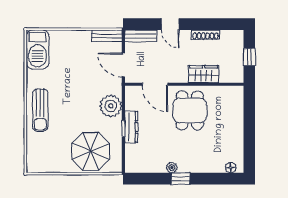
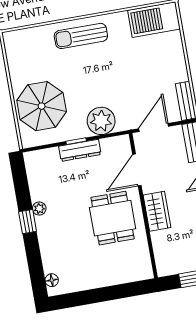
wardrobe: (204, 74) -> (157, 211), moved
dining table: (190, 110) -> (113, 218), turned 90

